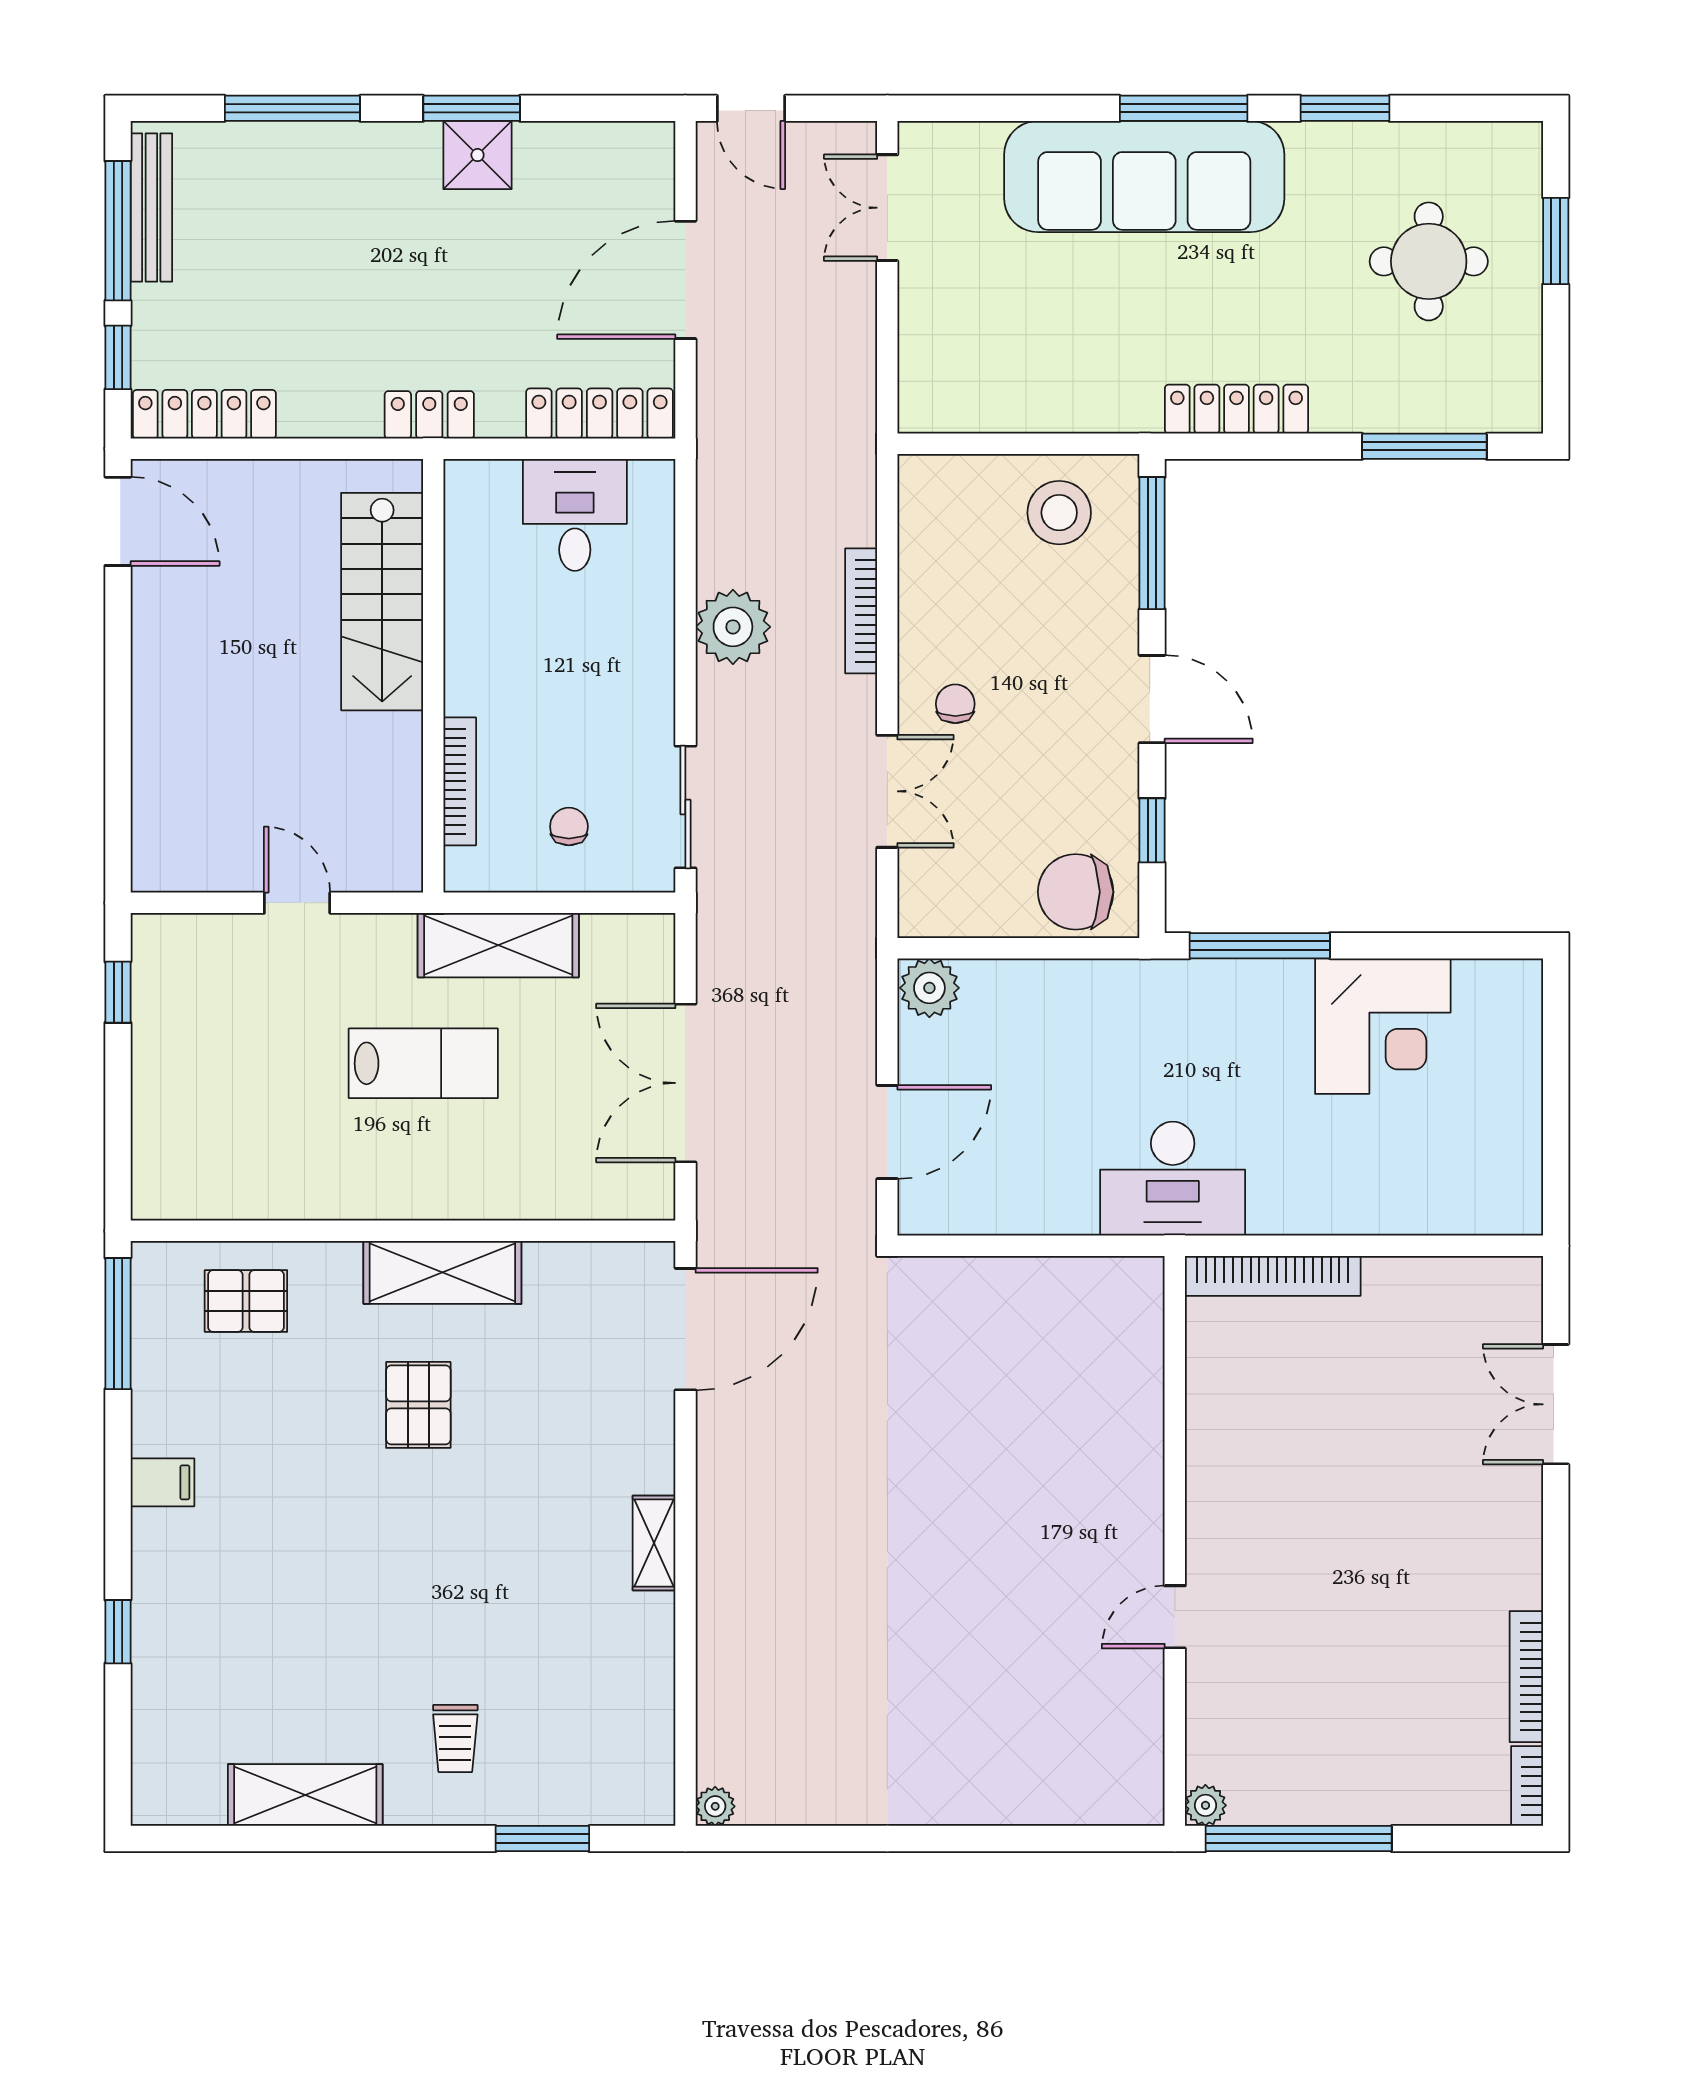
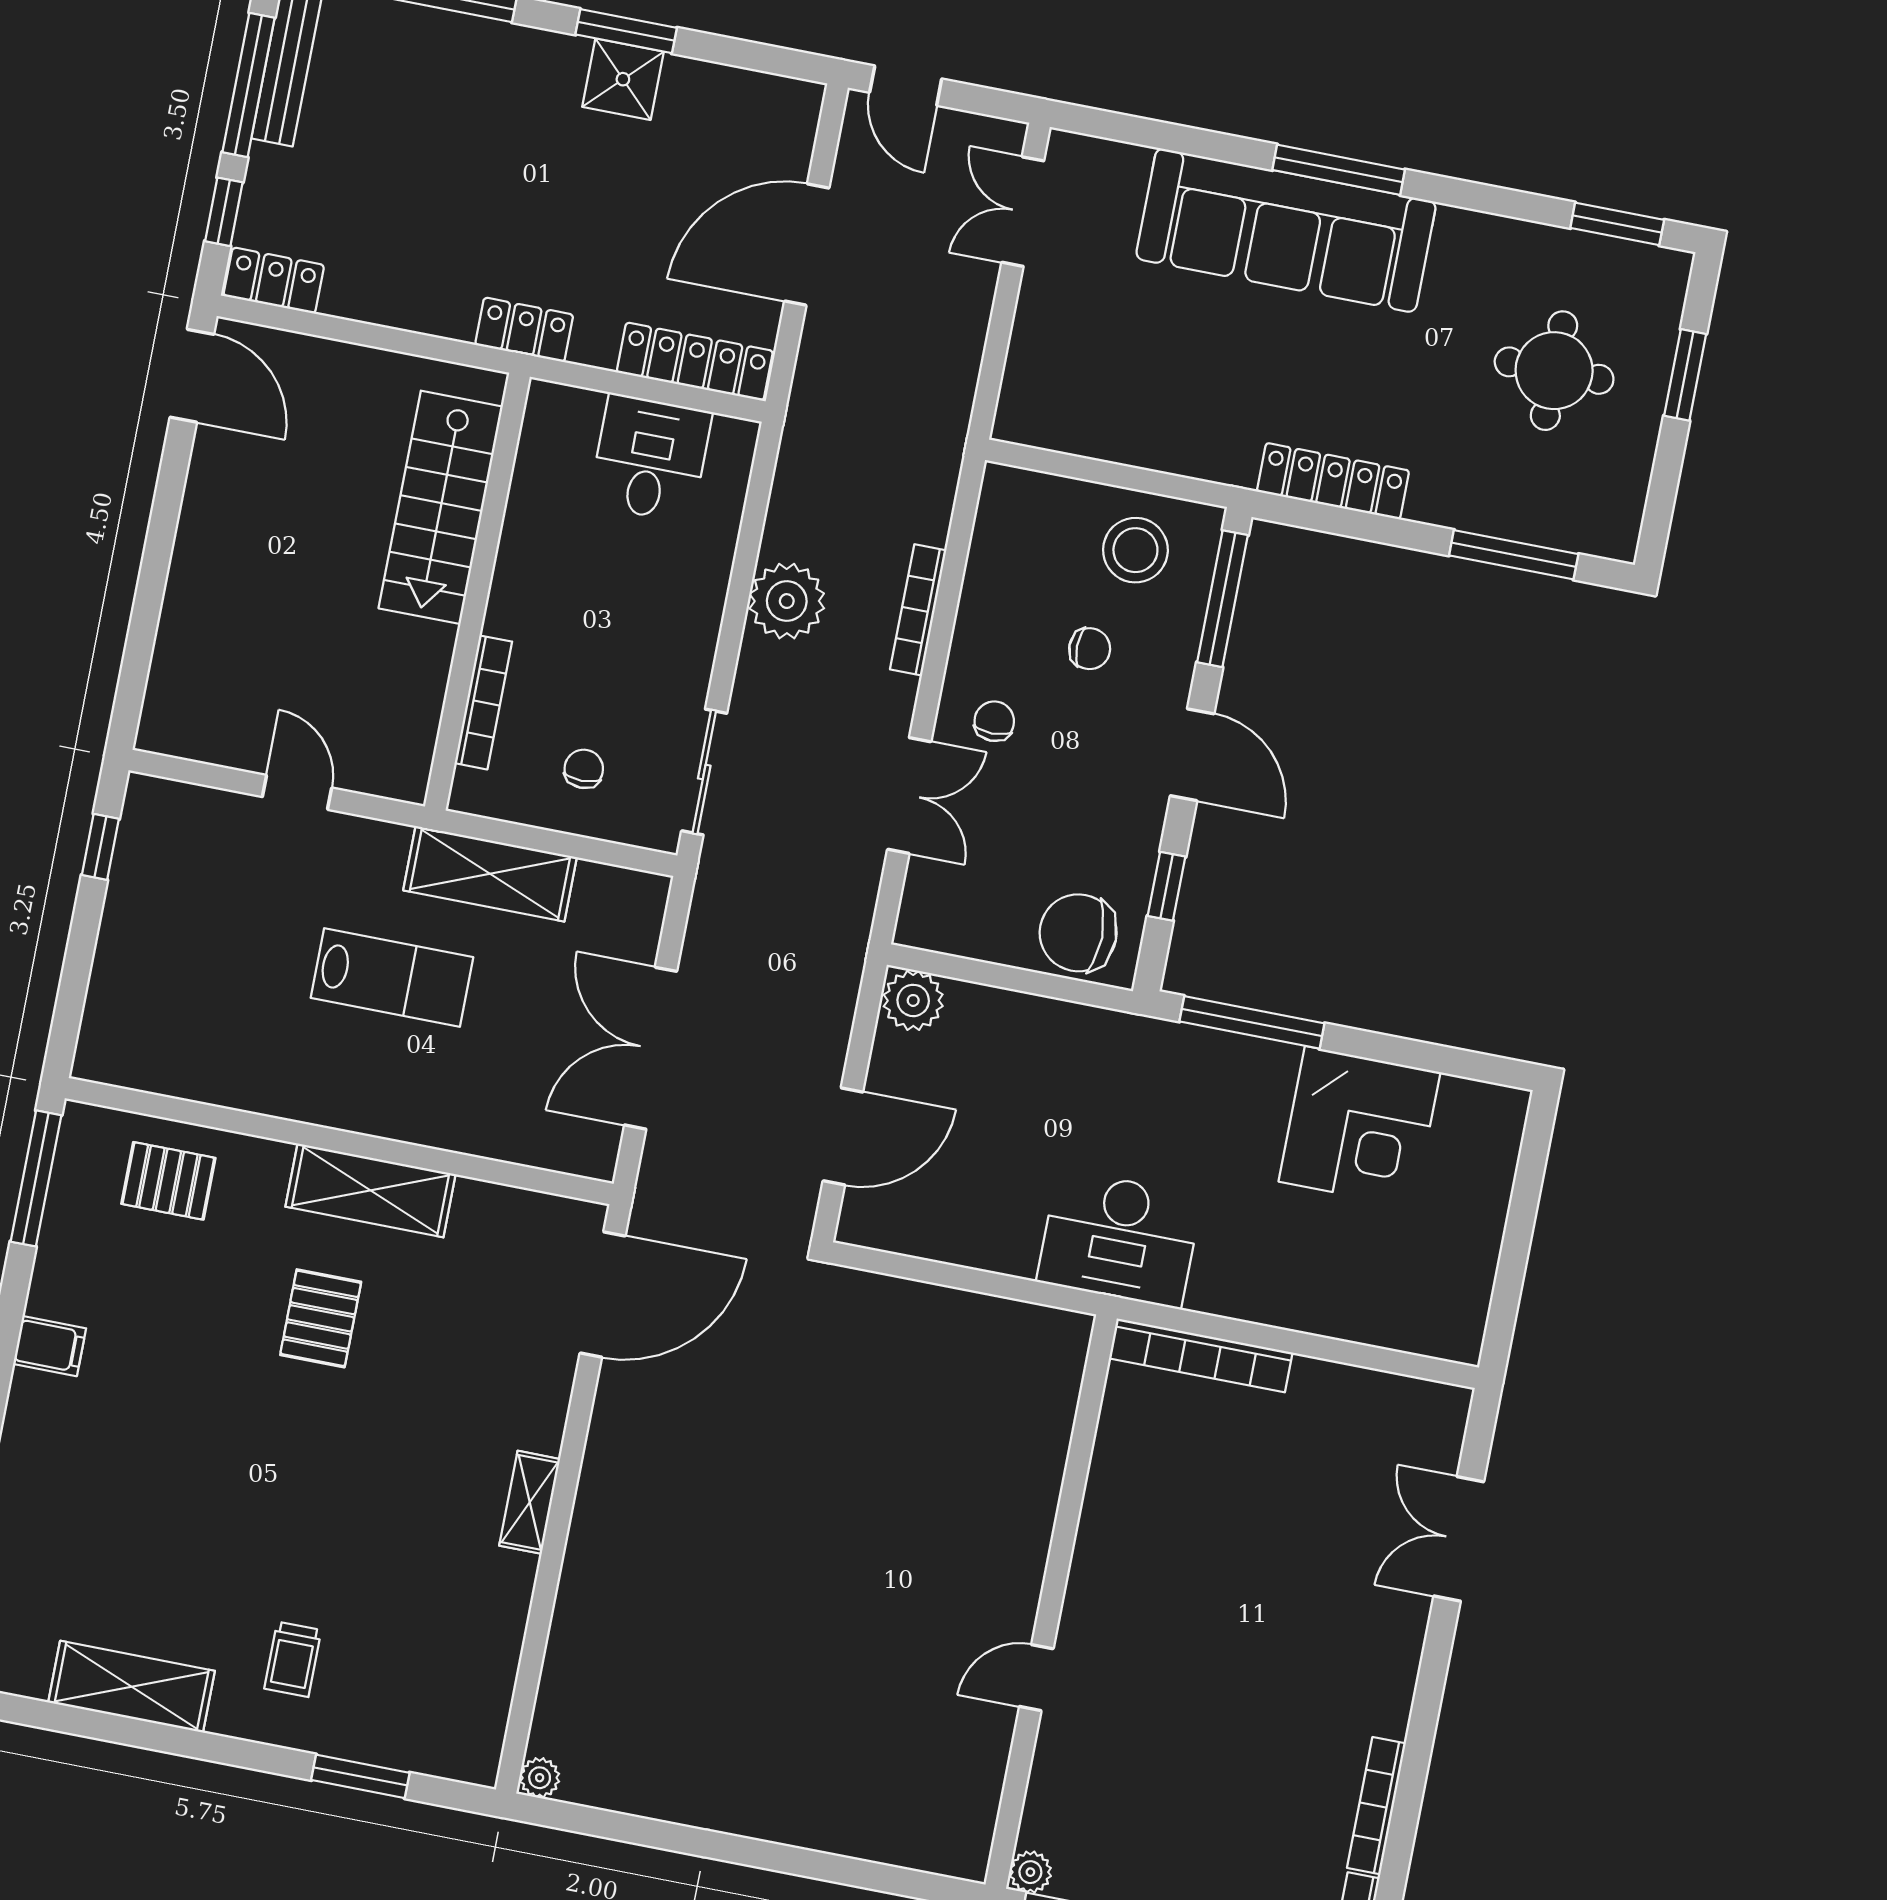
window: (1345, 108) -> (1617, 224), moved
locker: (204, 414) -> (274, 280), width x0.66
chair: (1034, 616) -> (1090, 649), added

